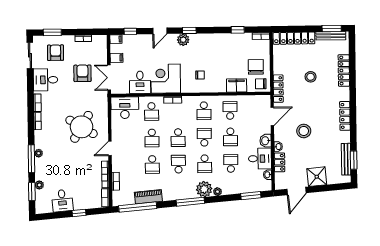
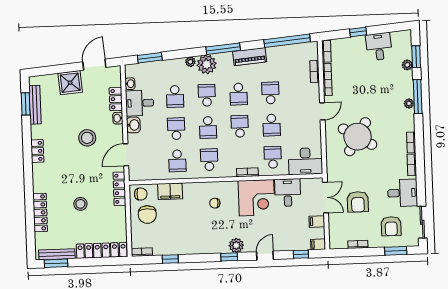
locker: (345, 116) -> (37, 151), width x0.66
school desk: (152, 138) -> (272, 125), turned 180
piano: (148, 197) -> (250, 57), moved

